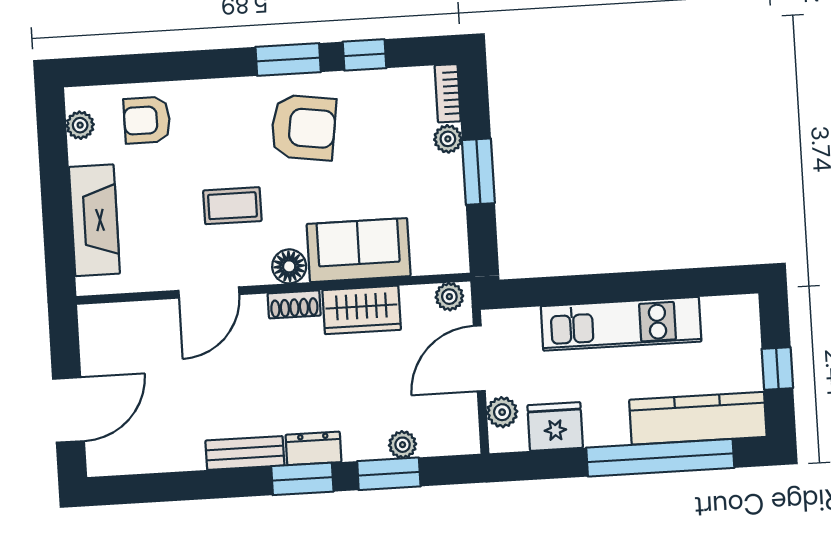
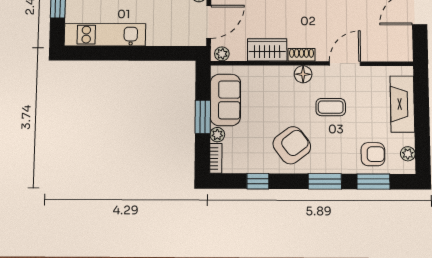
window: (288, 59) -> (325, 181), moved
window: (144, 68) -> (373, 182), added
armchair: (303, 127) -> (292, 145), turned 135
sofa: (359, 250) -> (225, 100), moved, turned -90
kitchen unit: (621, 324) -> (105, 35), moved

